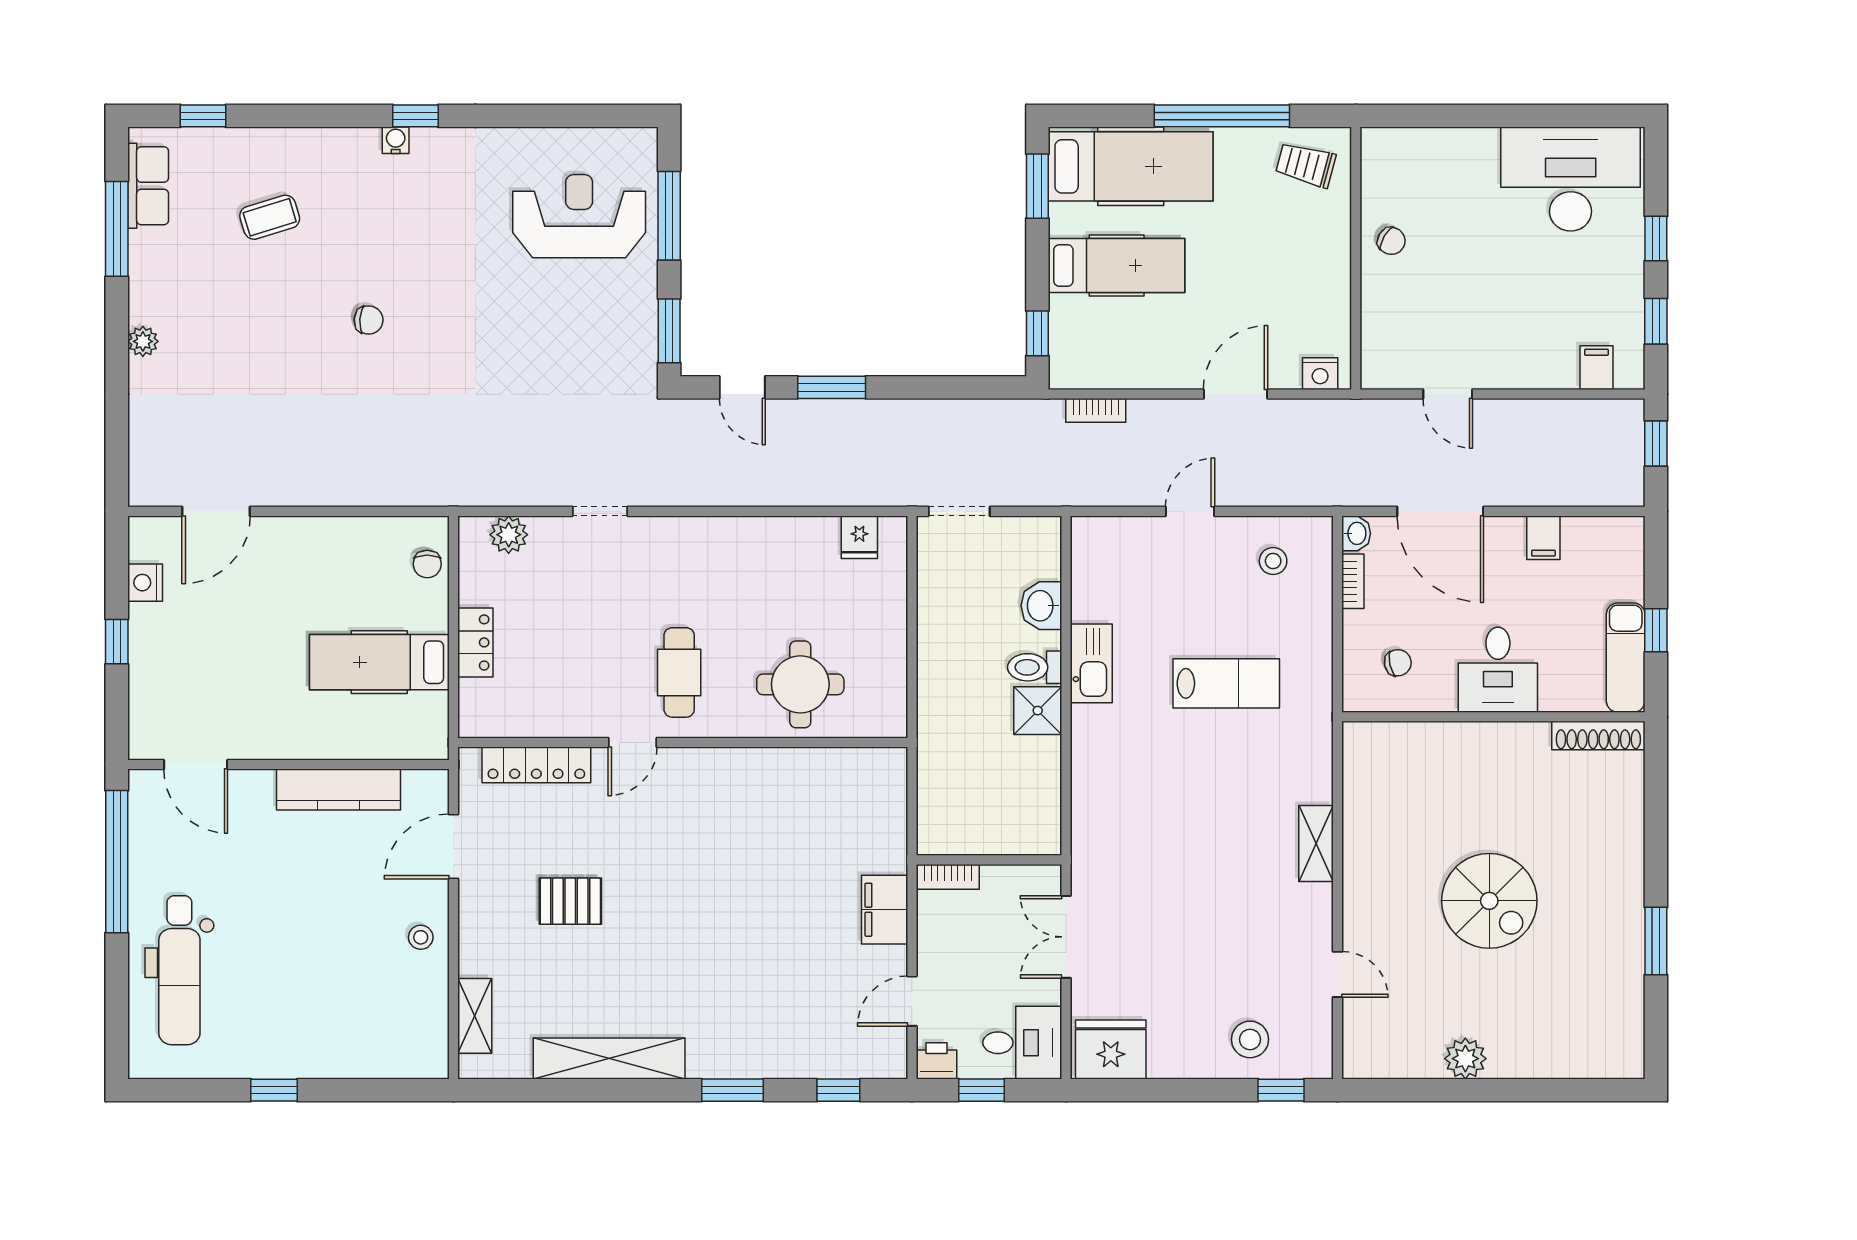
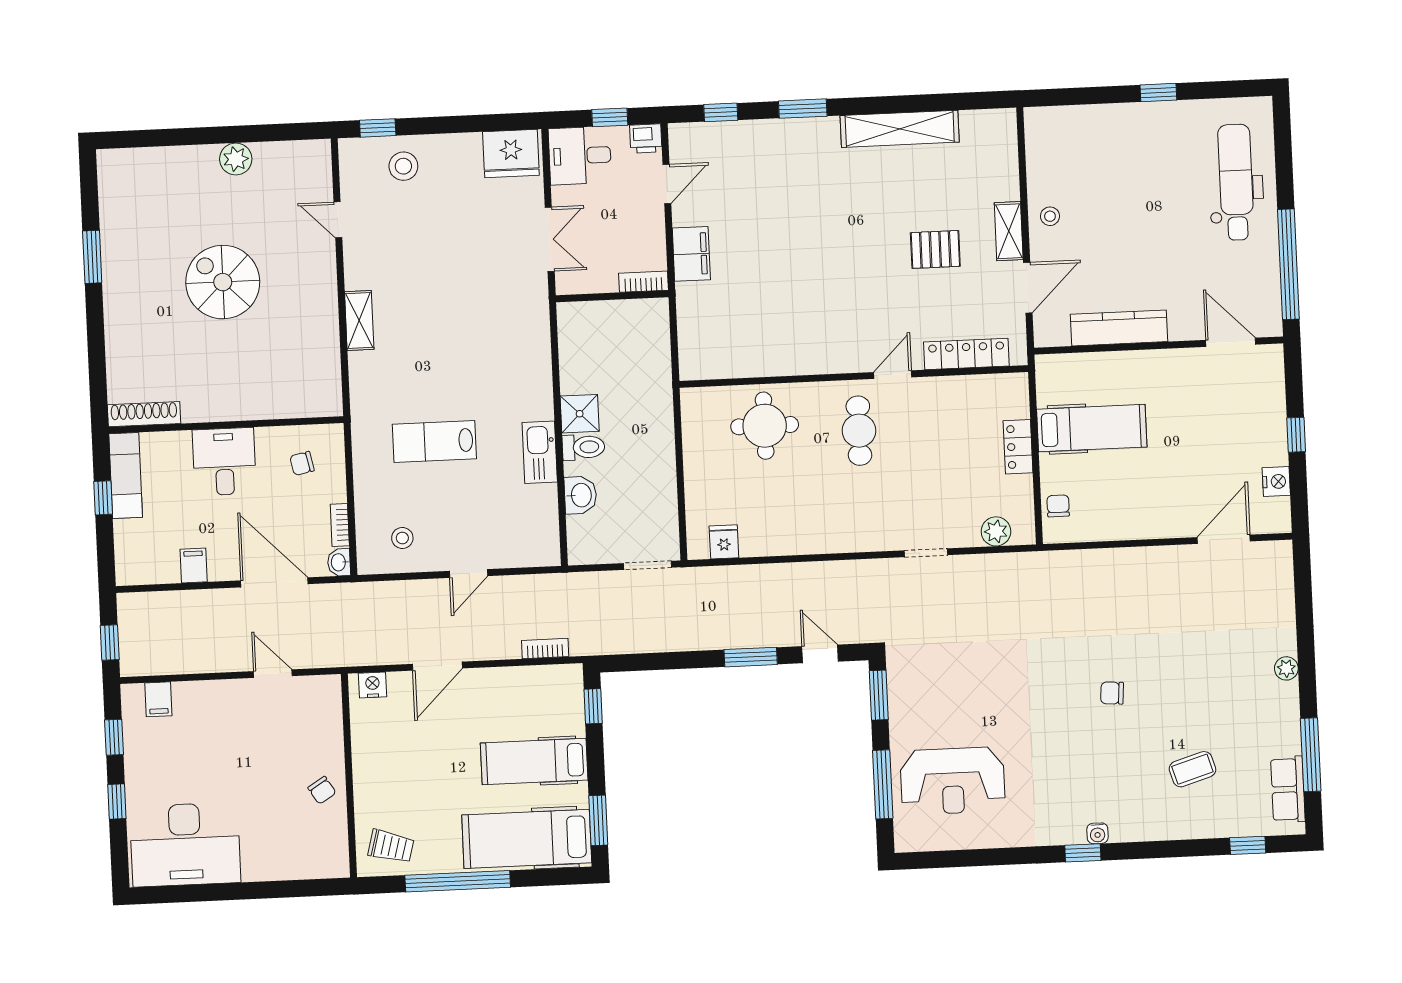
chair: (1391, 241) -> (322, 790), turned -152
shelving: (475, 1016) -> (1009, 231), moved

